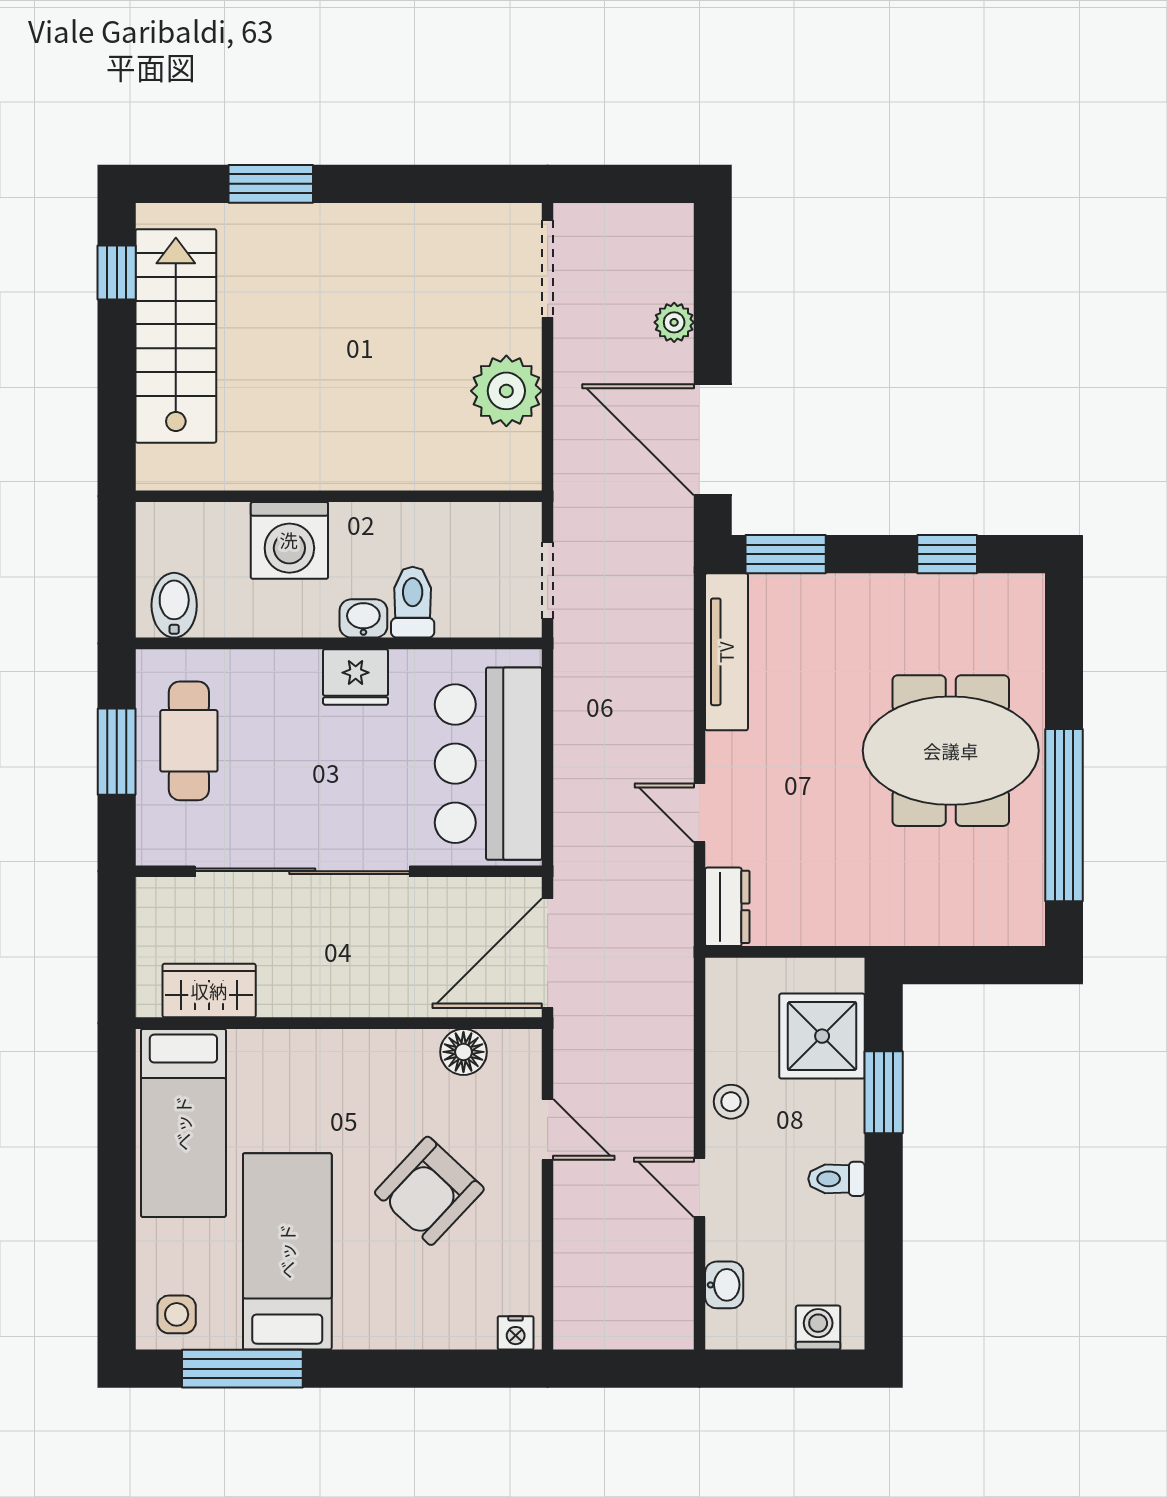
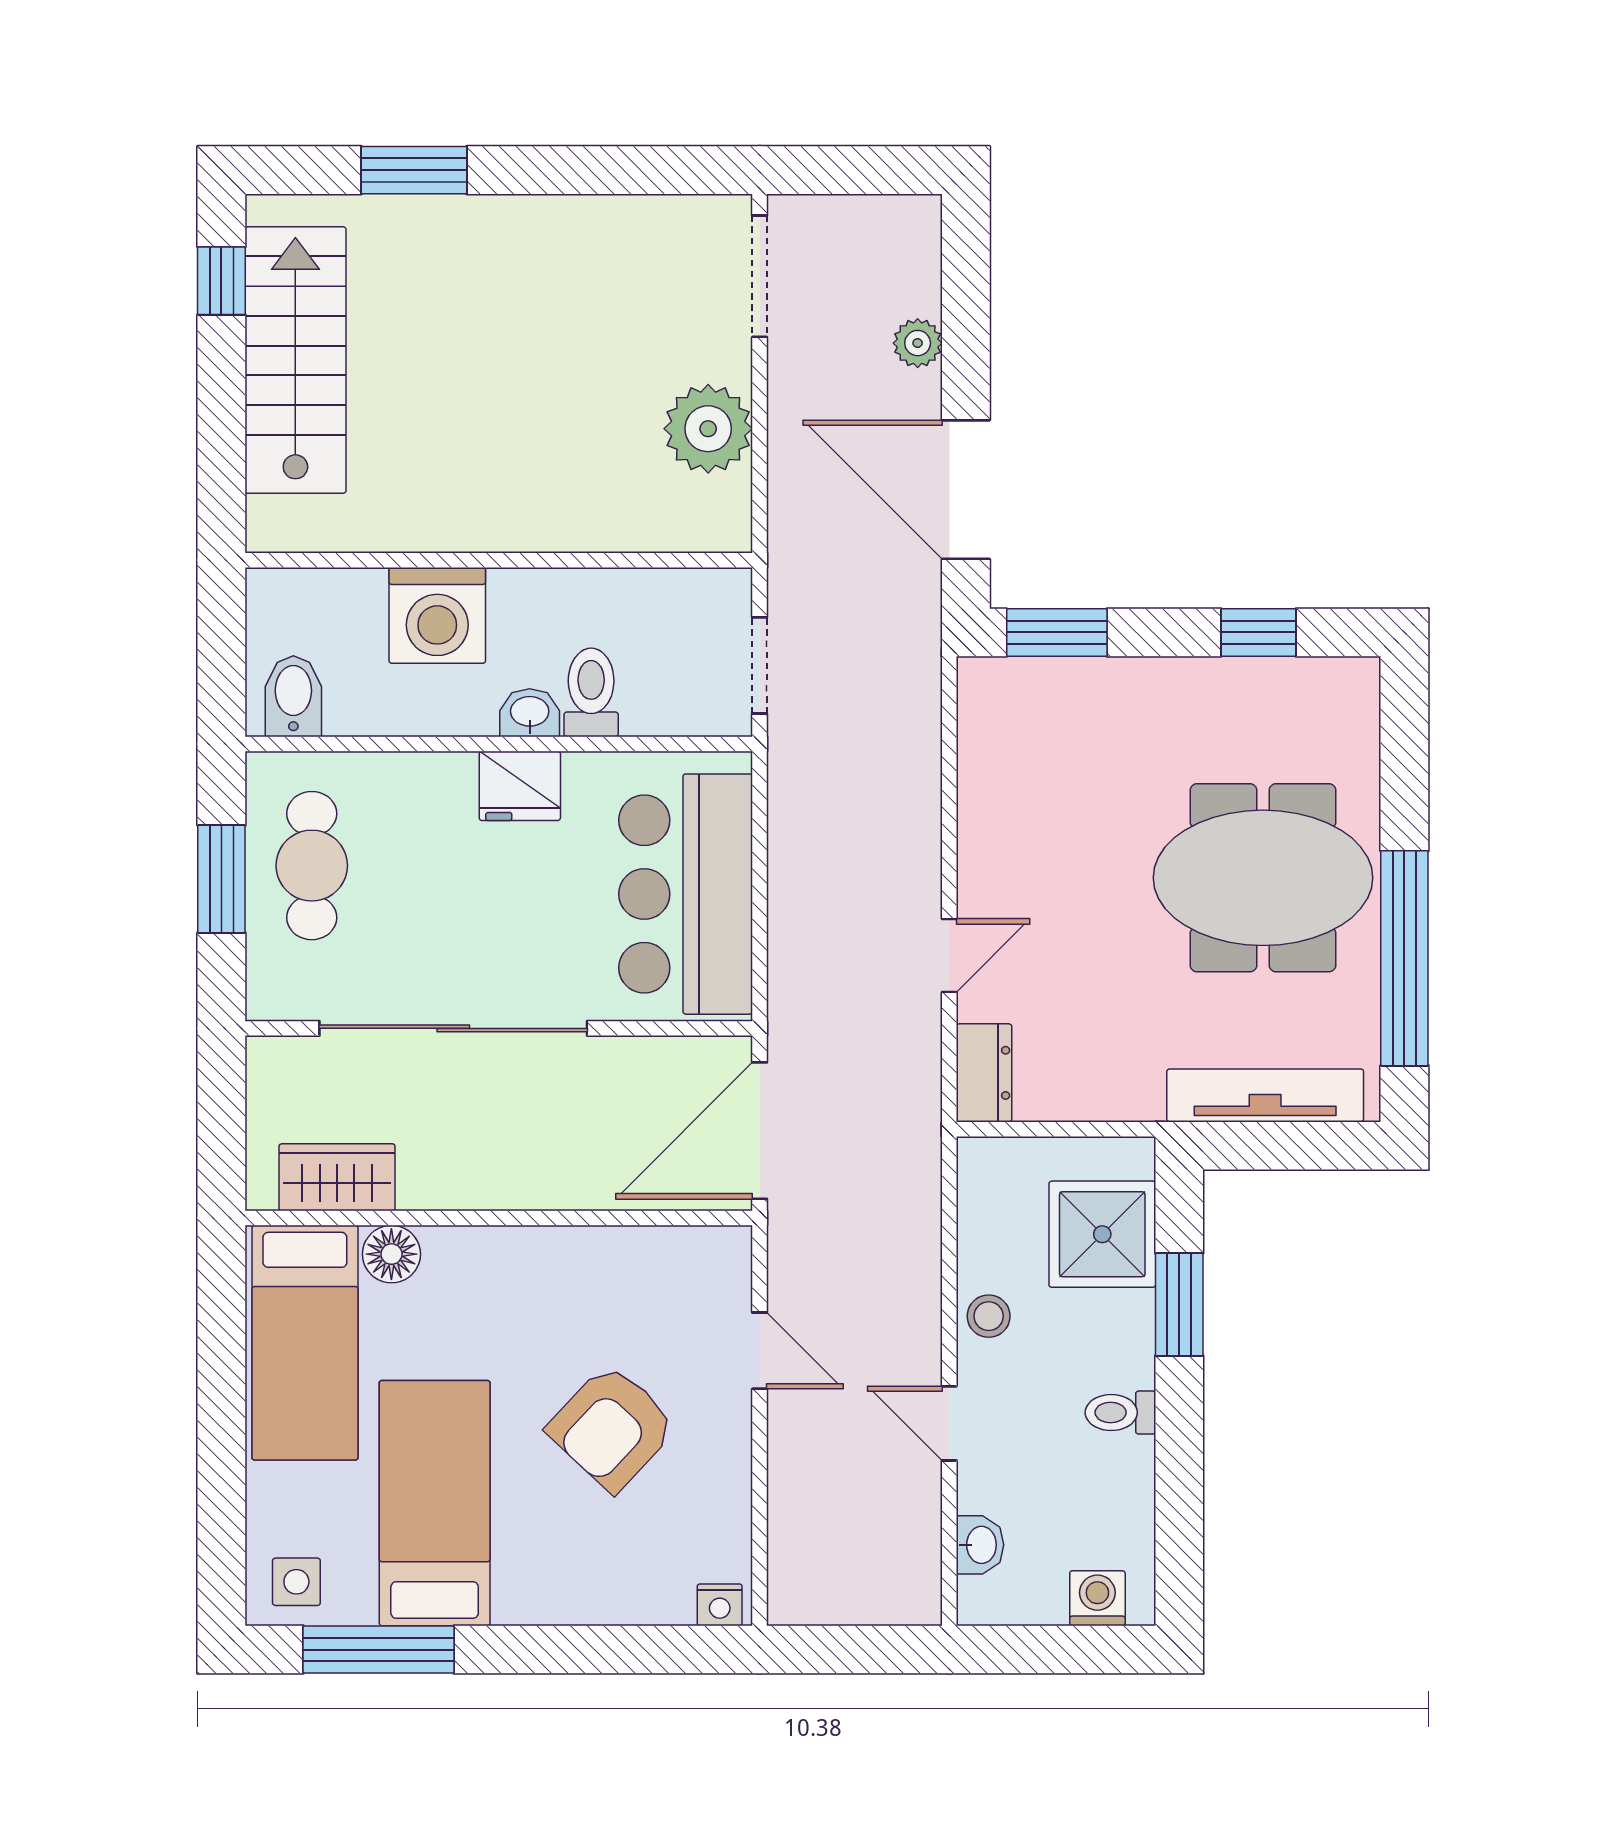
tv unit: (726, 652) -> (1265, 1095), moved, turned -90
door: (699, 813) -> (949, 956), swing flipped
floor lamp: (463, 1052) -> (391, 1254), moved

